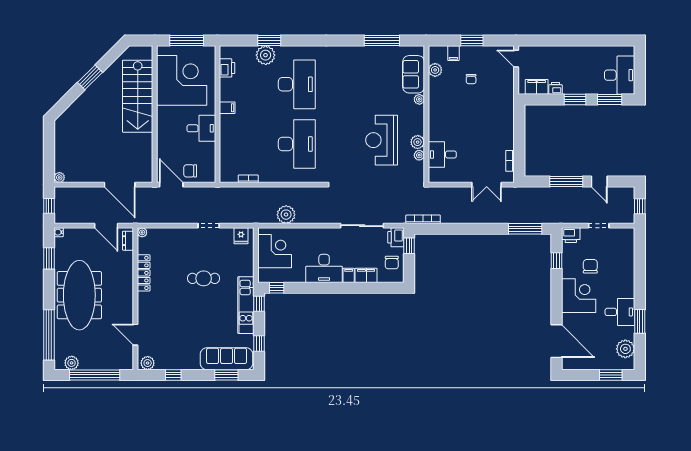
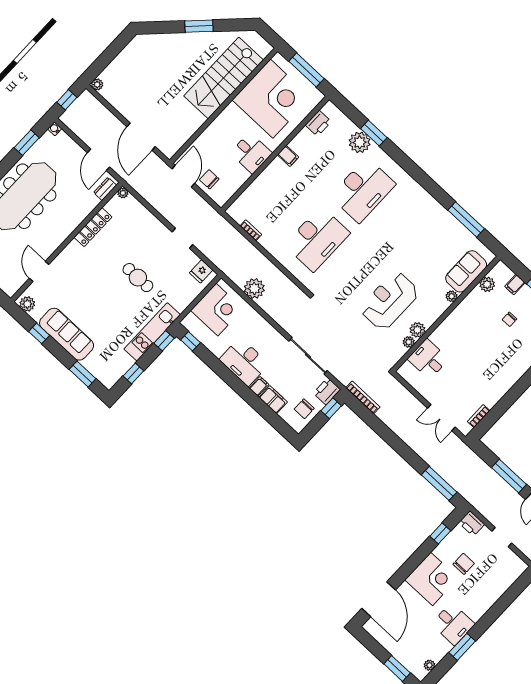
plant: (625, 349) -> (429, 665), width x0.53, depth x0.53
sofa: (227, 359) -> (67, 334), moved

